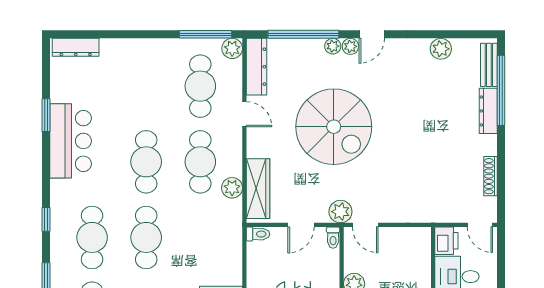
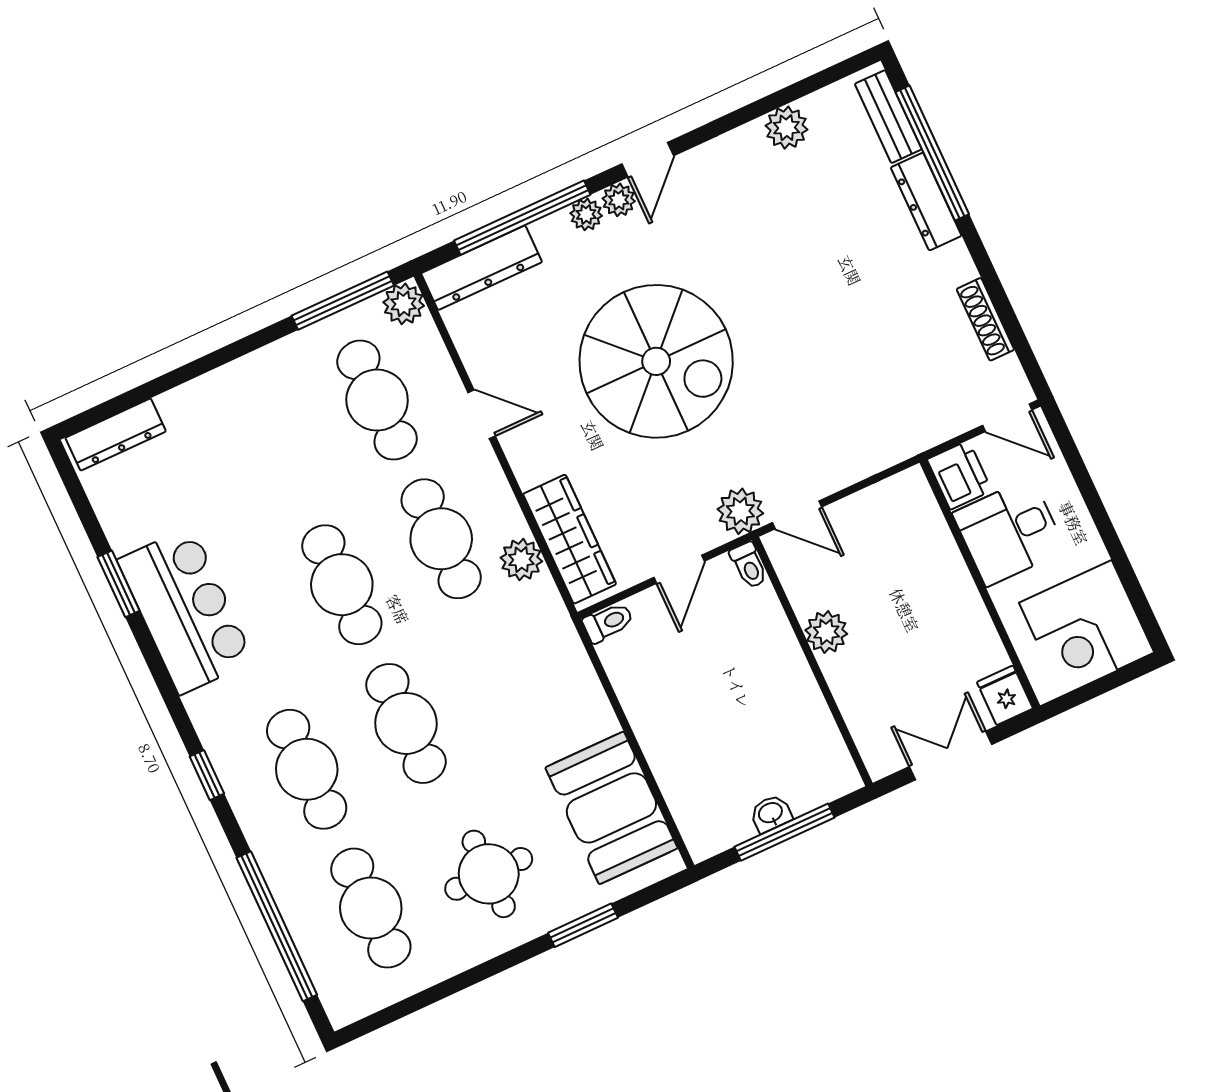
dresser: (256, 67) -> (482, 268), moved, turned 90

